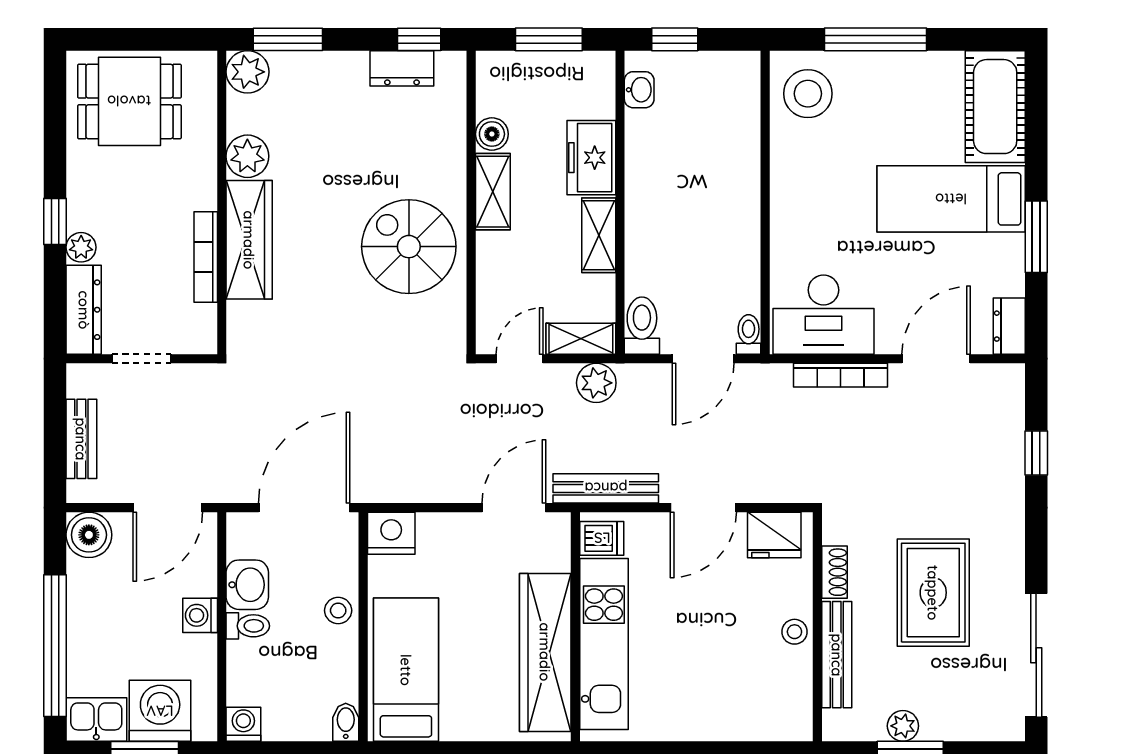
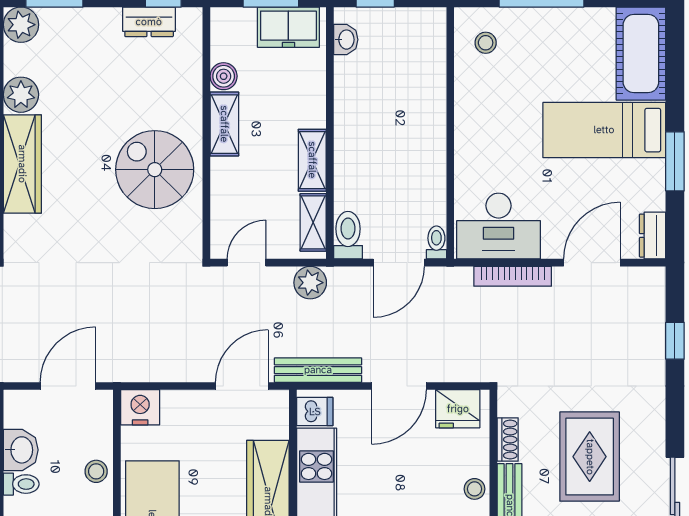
stool: (808, 94) -> (486, 43), width x0.53, depth x0.53
freezer: (591, 158) -> (288, 27), moved, turned -90
shelving: (581, 339) -> (313, 222), moved, turned 90
door: (304, 508) -> (68, 386), width x0.73

